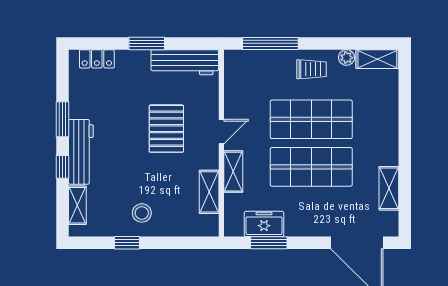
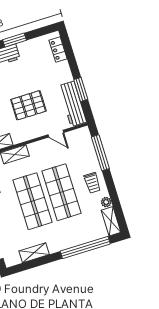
window: (147, 43) -> (81, 89), moved
window: (405, 110) -> (85, 248), added
door: (221, 132) -> (56, 134), moved

